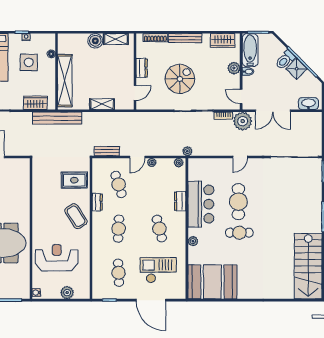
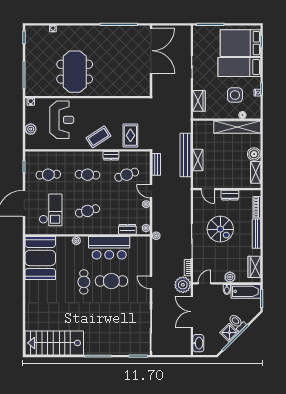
shelving: (65, 81) -> (237, 127), moved
bench: (57, 118) -> (185, 155), moved
dresser: (180, 201) -> (127, 229), moved

